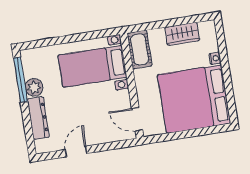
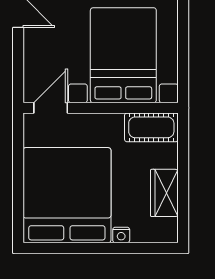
bed with nightstands: (92, 66) -> (123, 55), width x1.36

